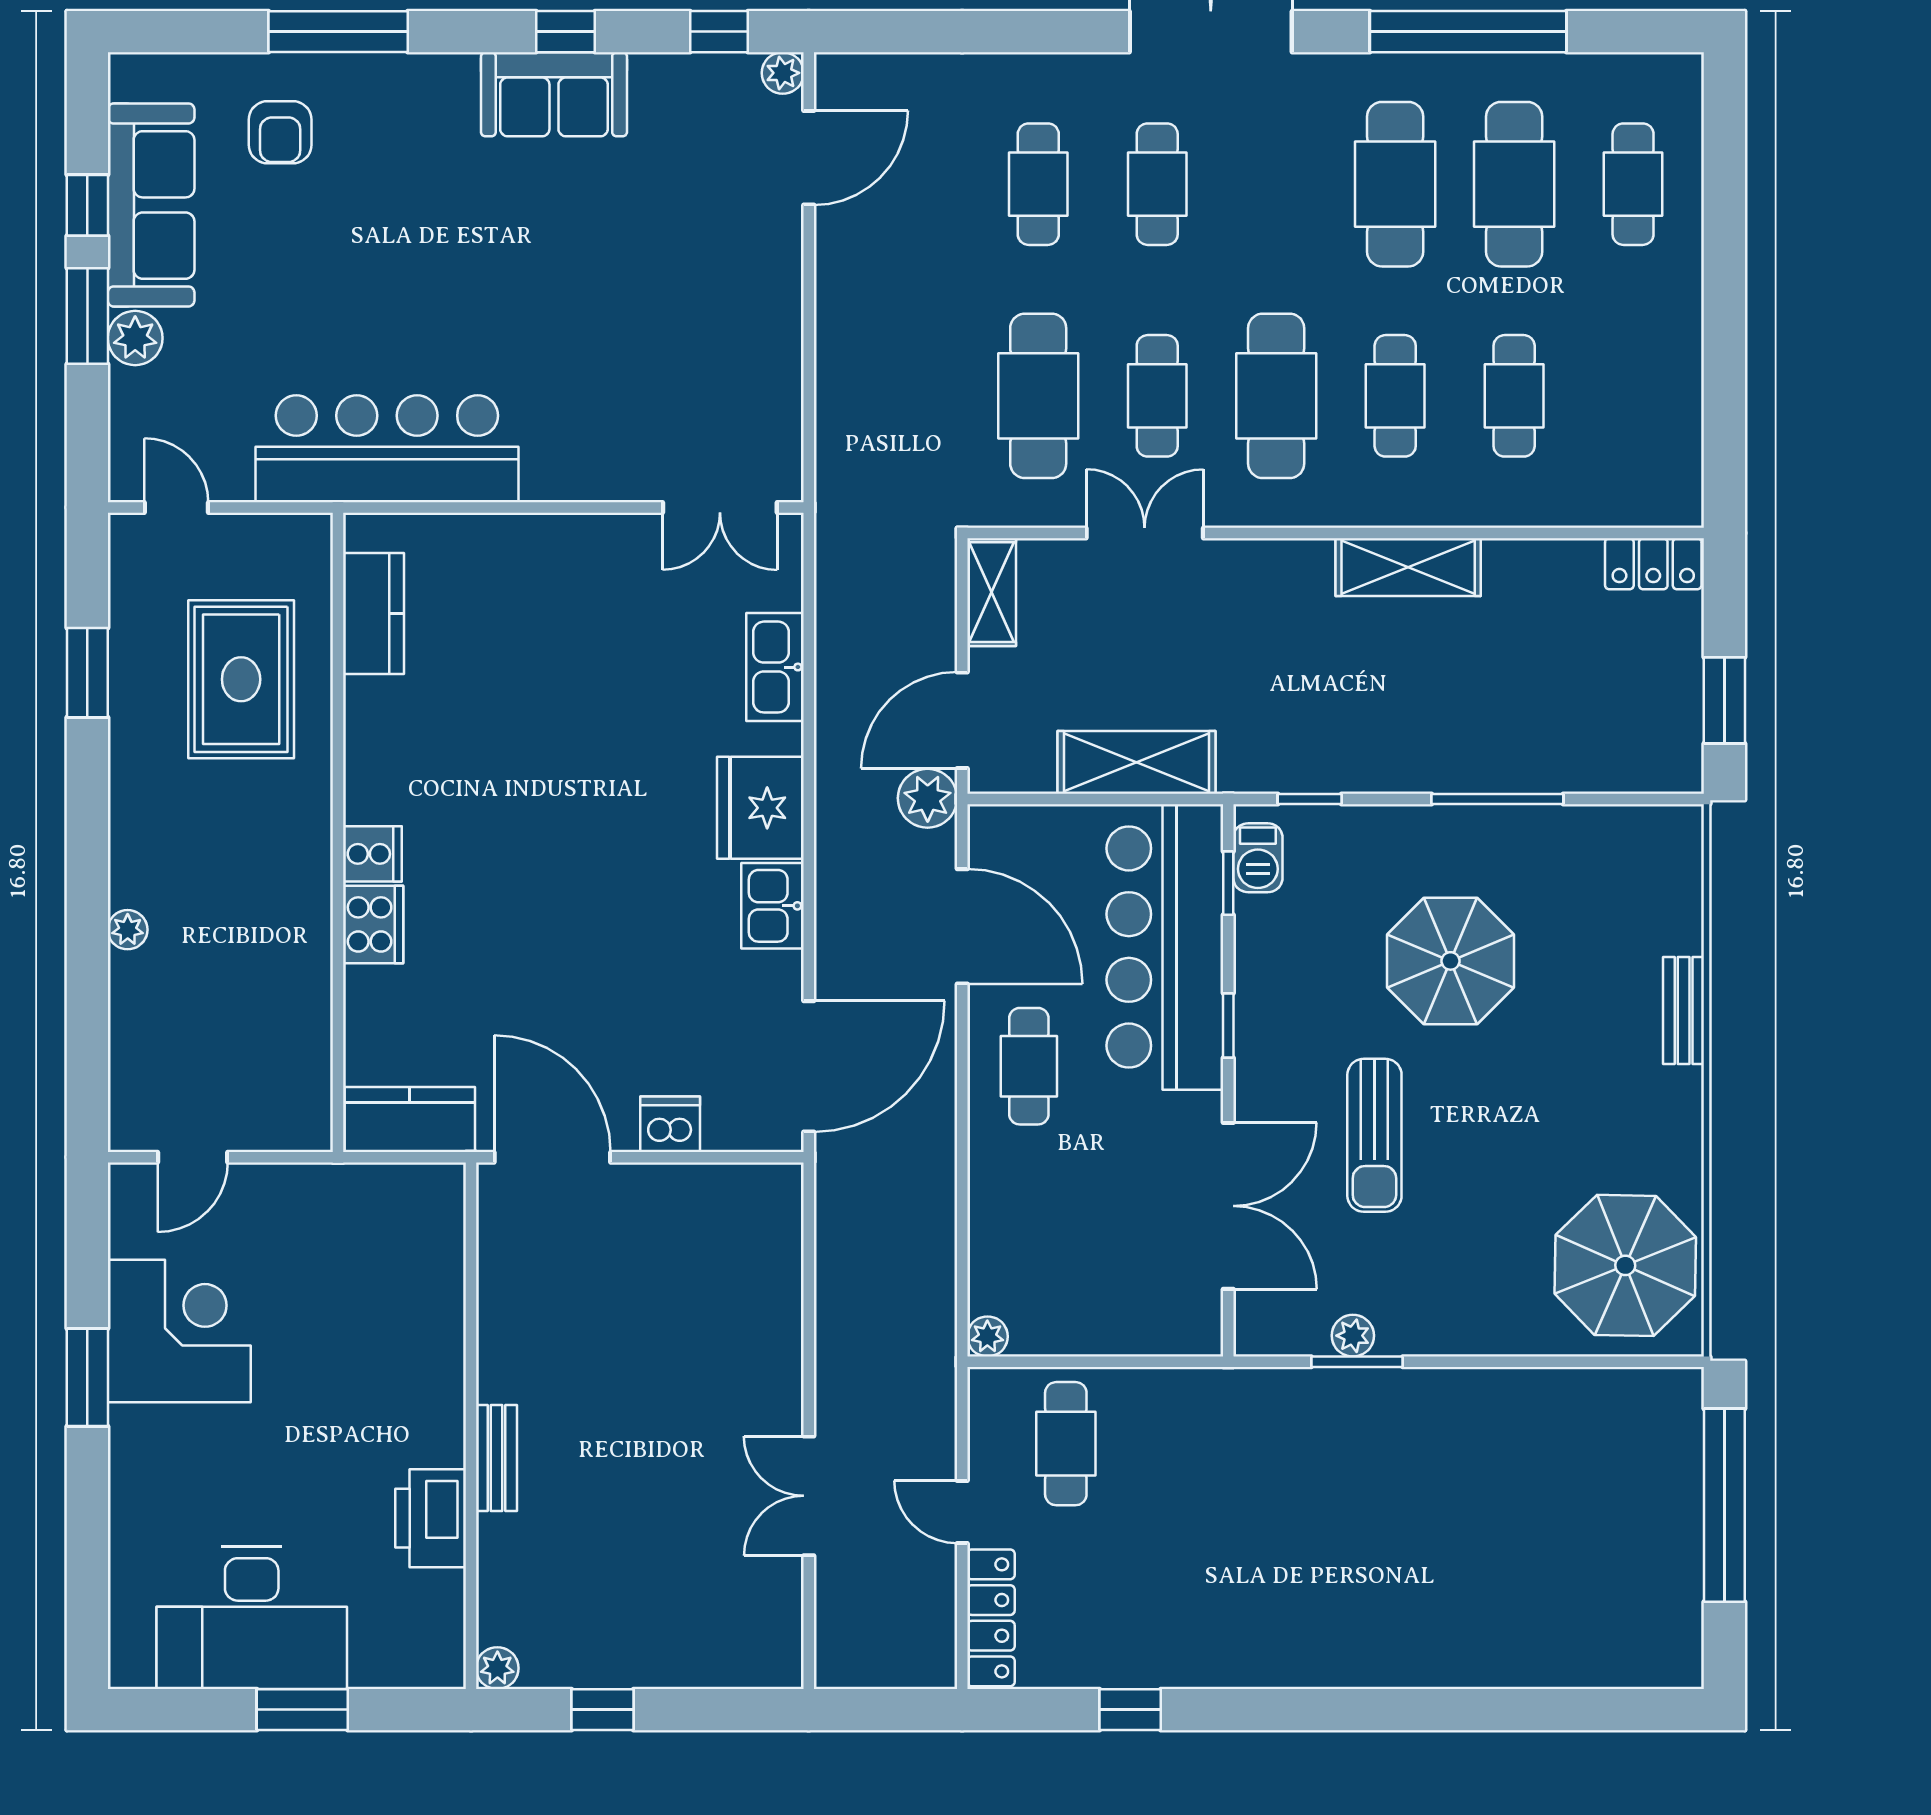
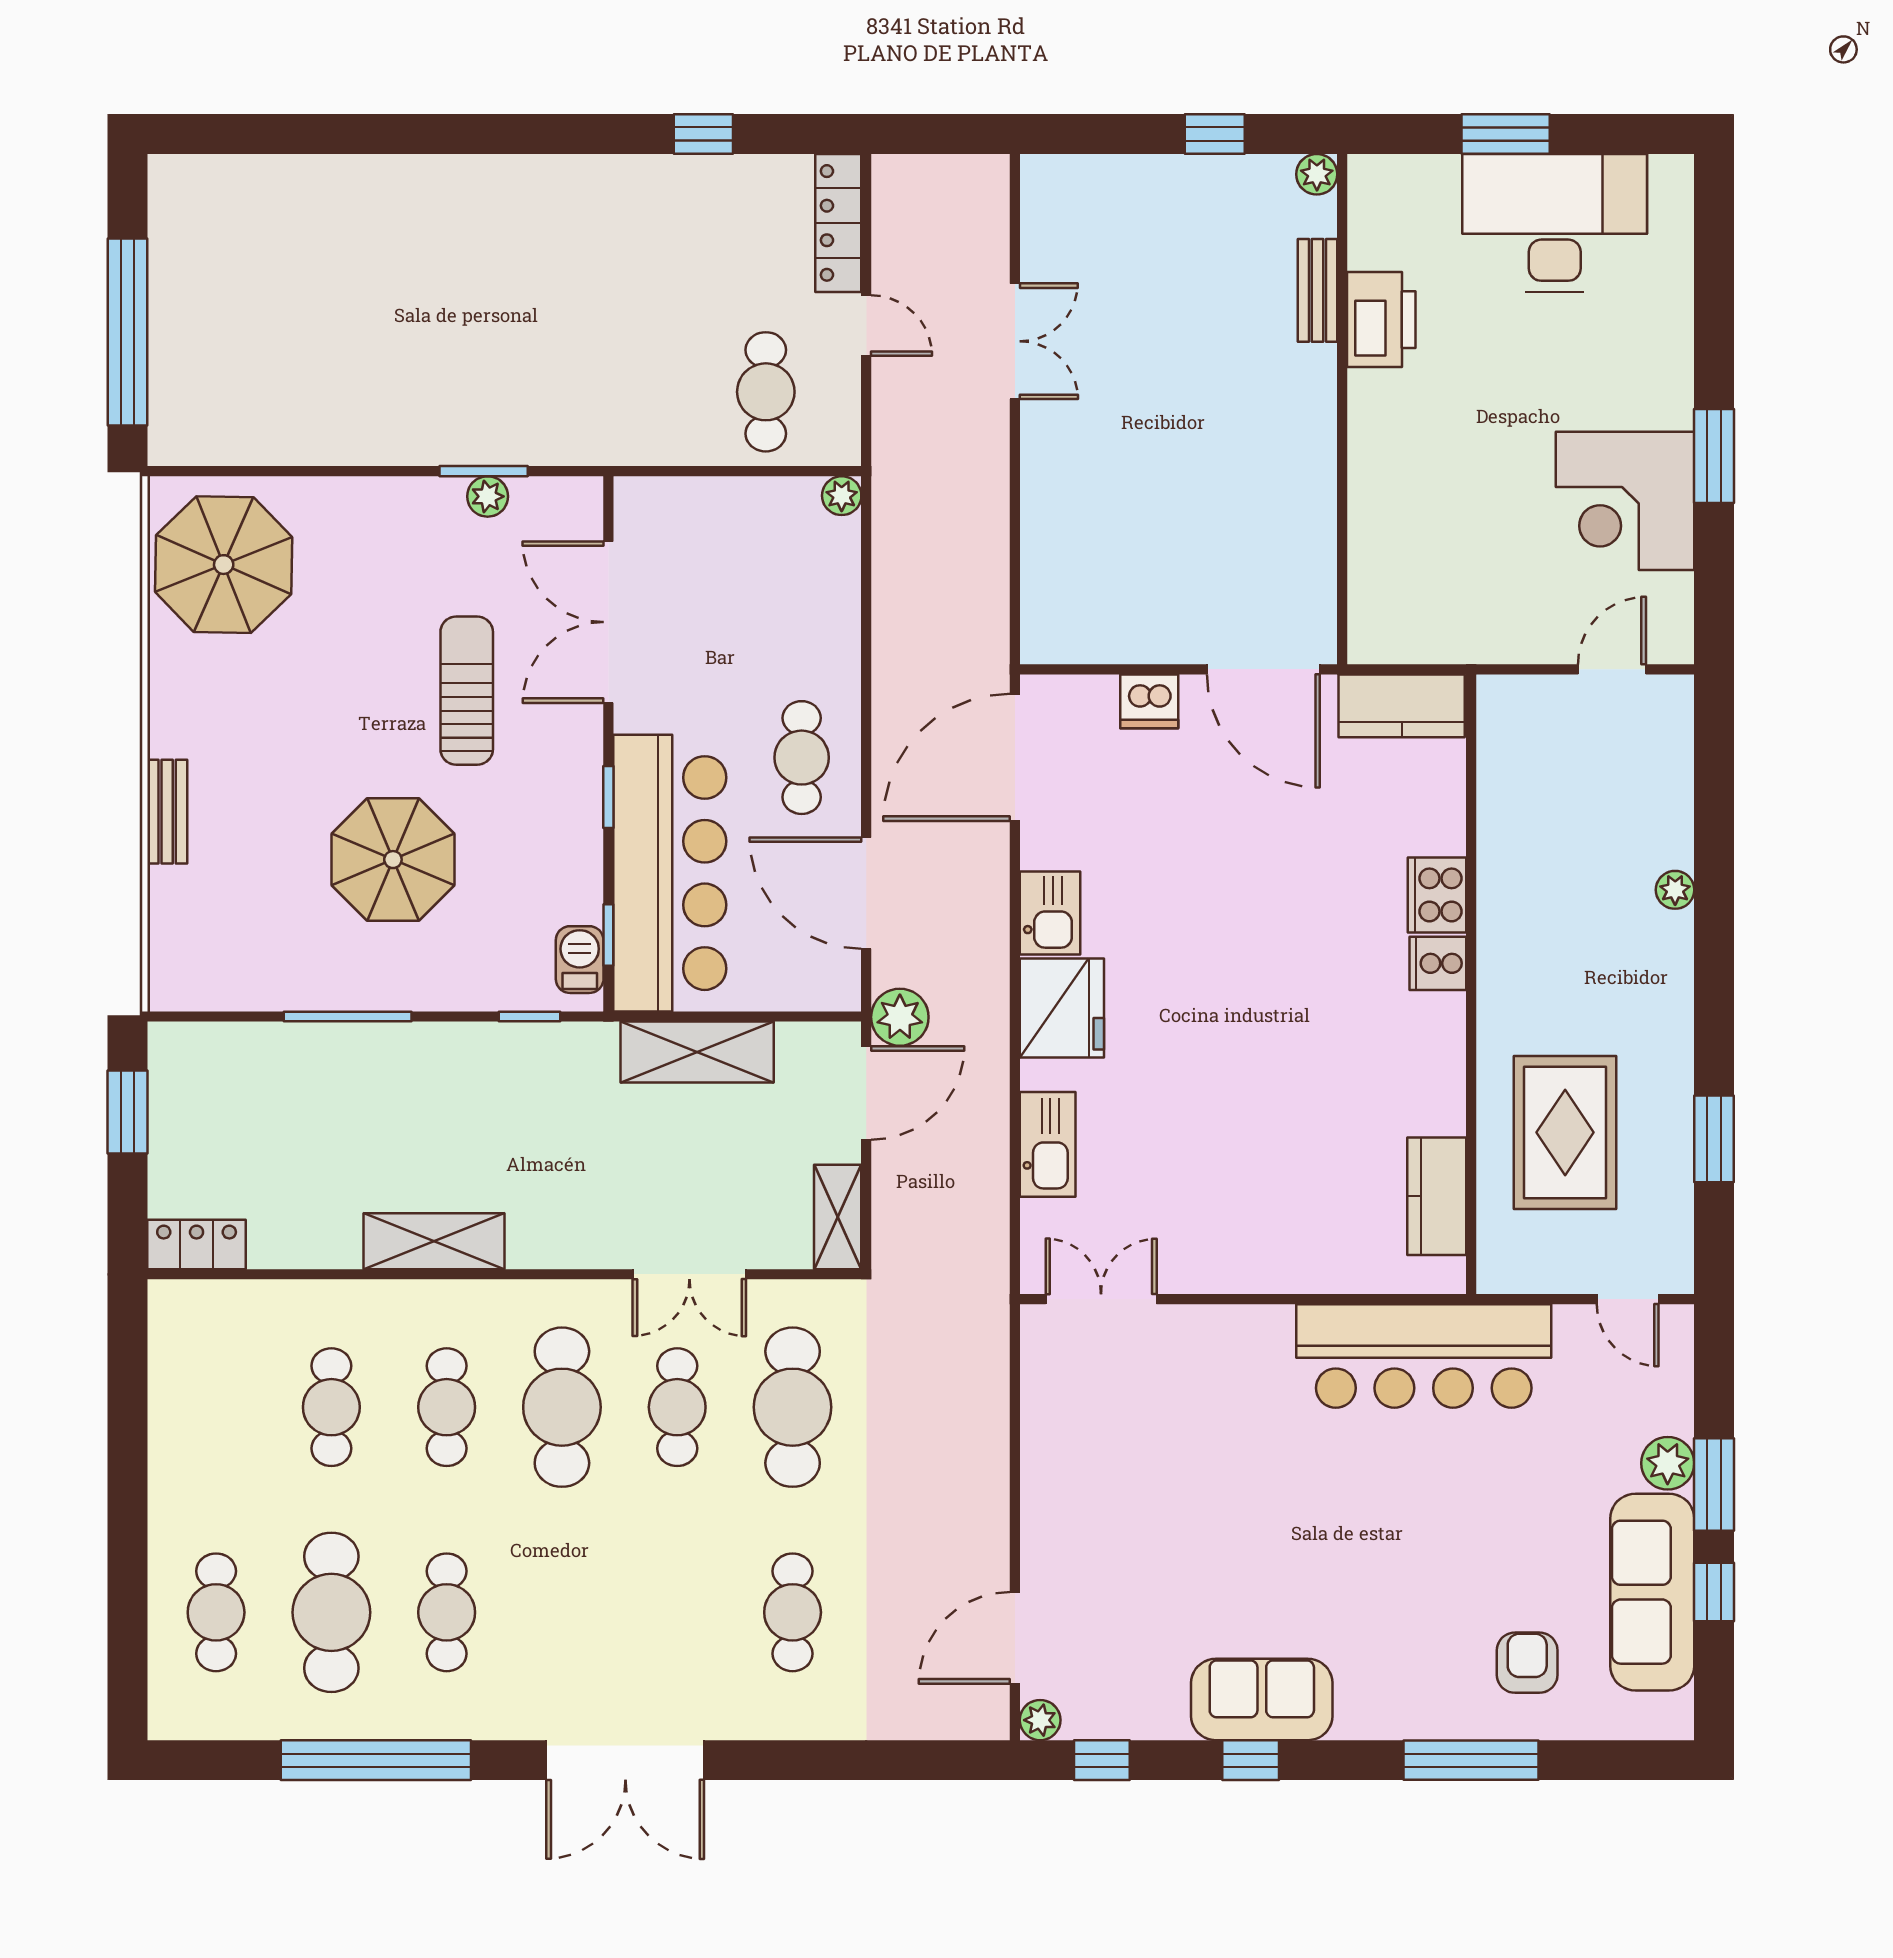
cafe table: (1157, 184) -> (677, 1612), removed
cafe table: (1395, 184) -> (447, 1612), width x0.73, depth x0.74
bench: (497, 1458) -> (1317, 290), moved

